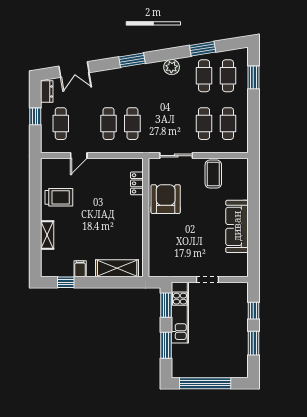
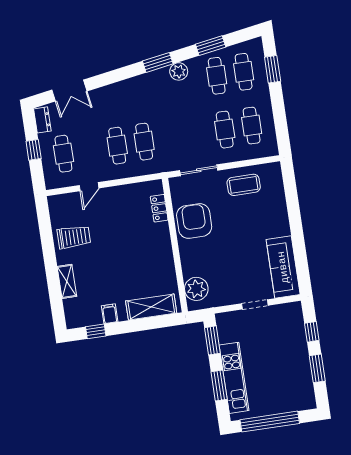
window: (132, 60) -> (158, 62), moved
coffee table: (213, 174) -> (244, 185), turned 90
sofa: (237, 226) -> (283, 267), moved
plant: (159, 258) -> (196, 289), added
kitchen unit: (180, 313) -> (234, 378), moved

